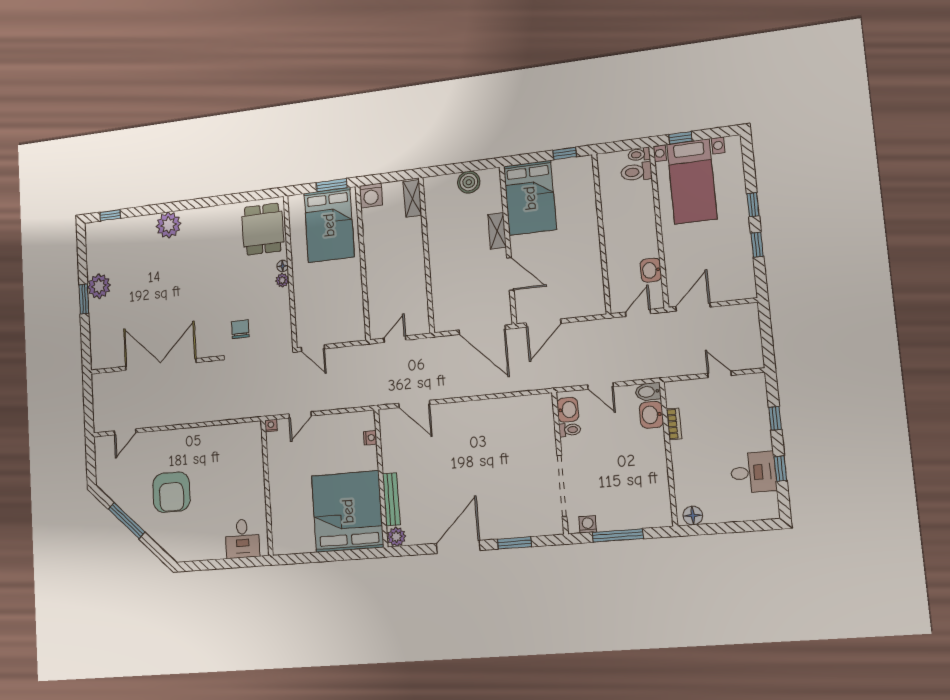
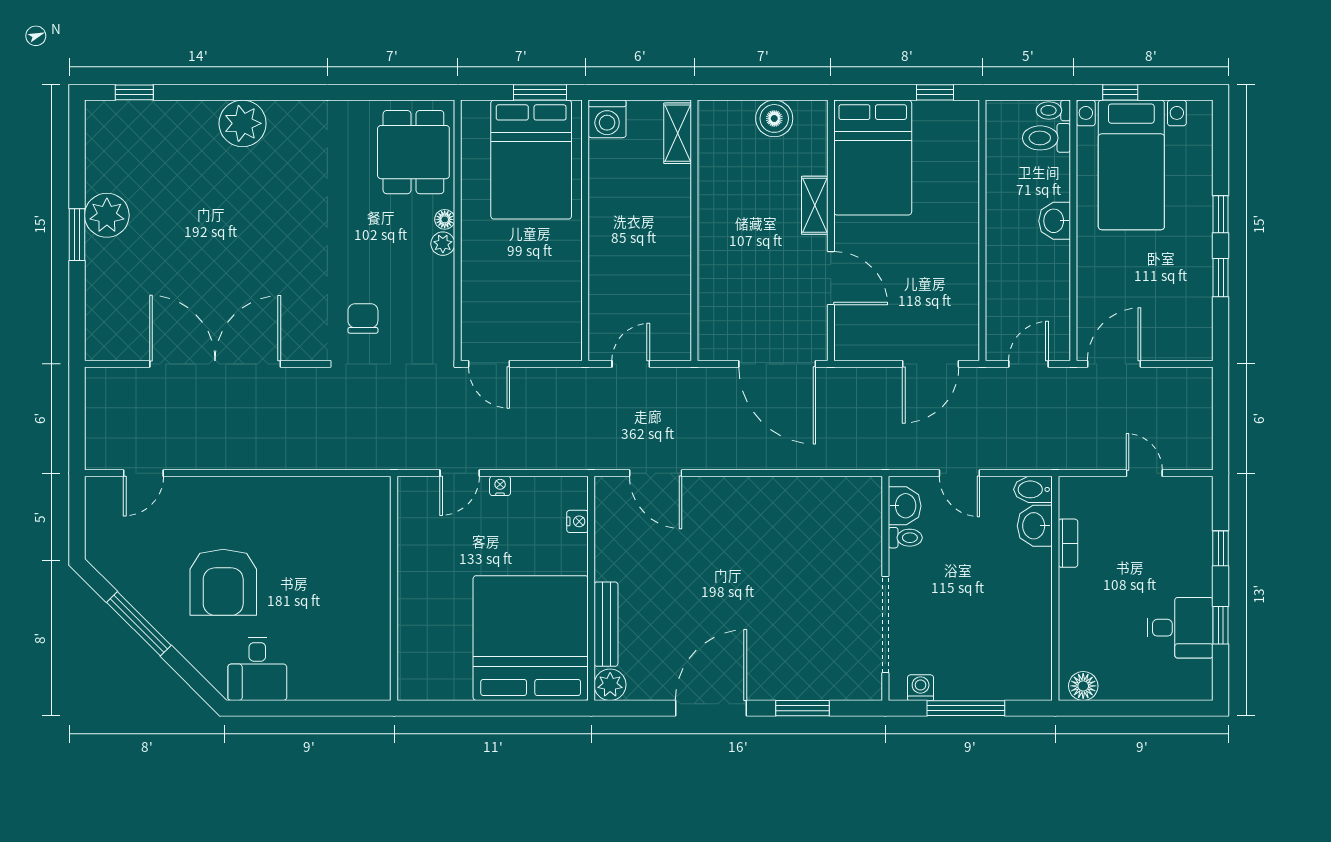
washbasin: (651, 270) -> (1055, 221), moved
door: (544, 323) -> (931, 364), moved
nightstand: (271, 426) -> (500, 486), moved
desk: (242, 539) -> (257, 669), moved

